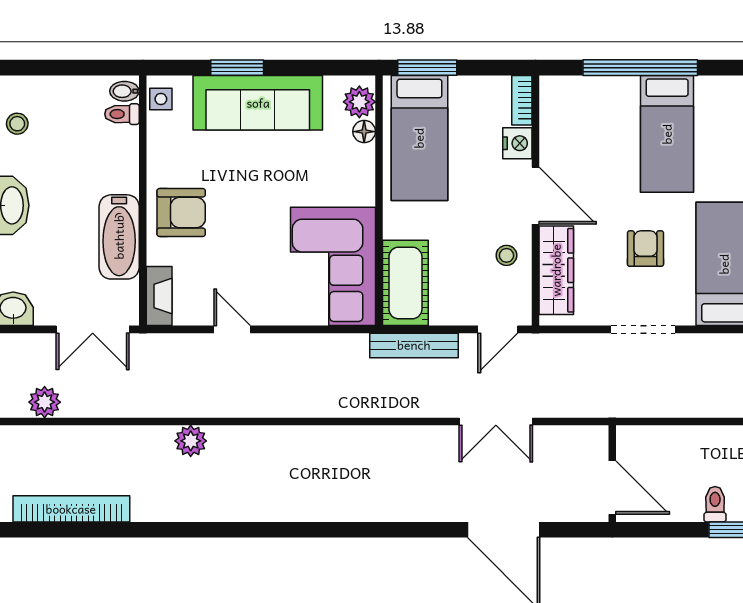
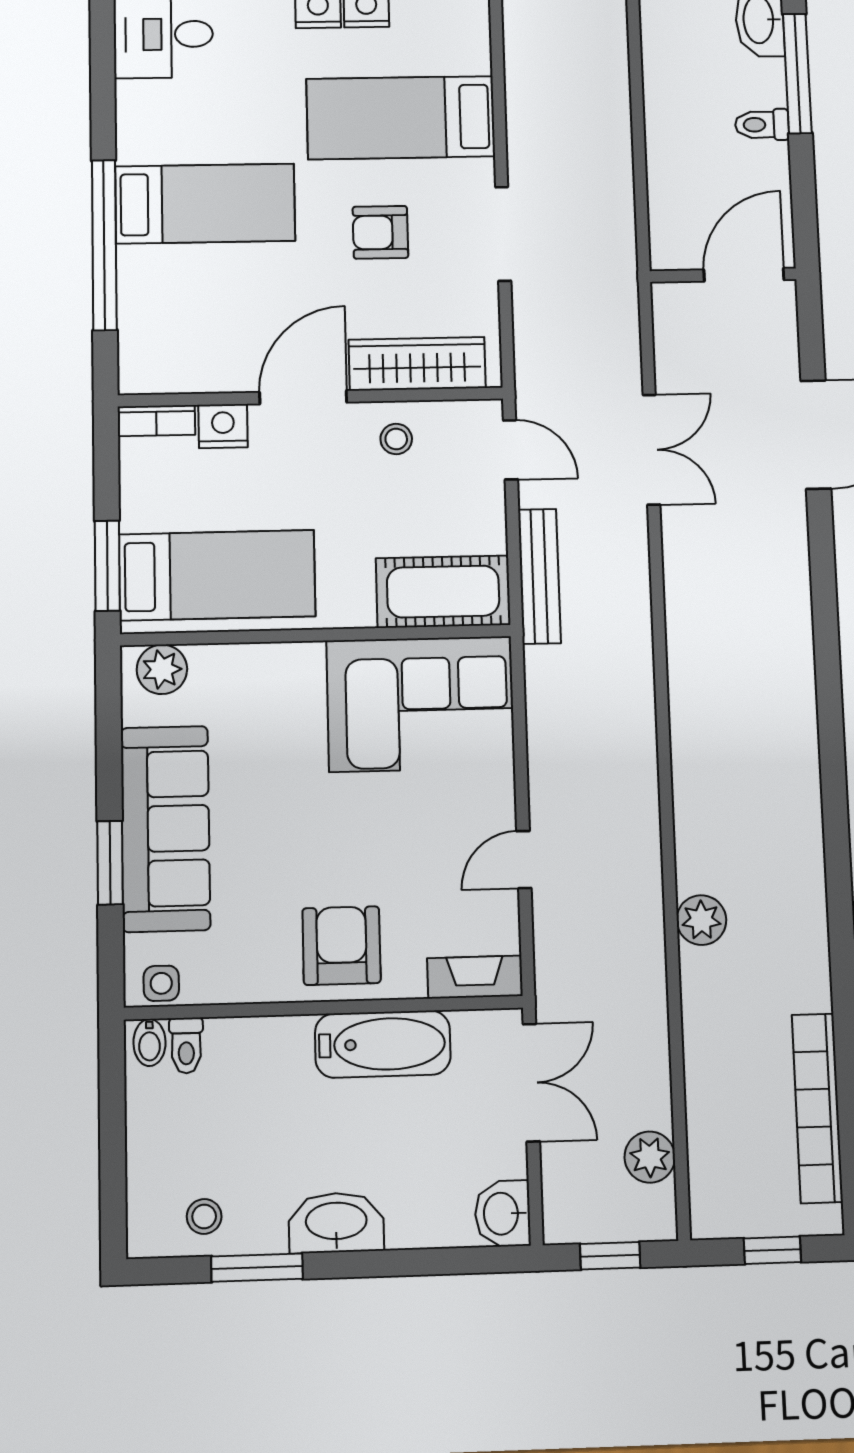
floor lamp: (364, 132) -> (208, 661), removed

